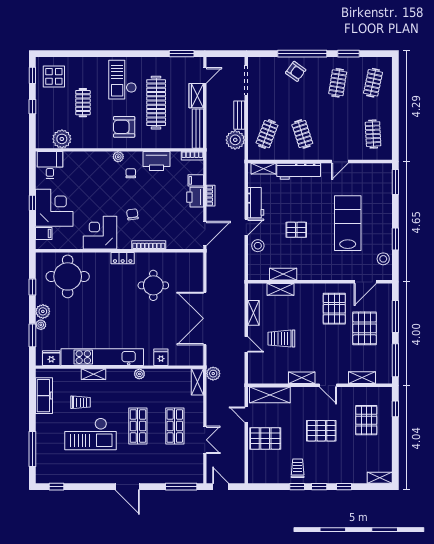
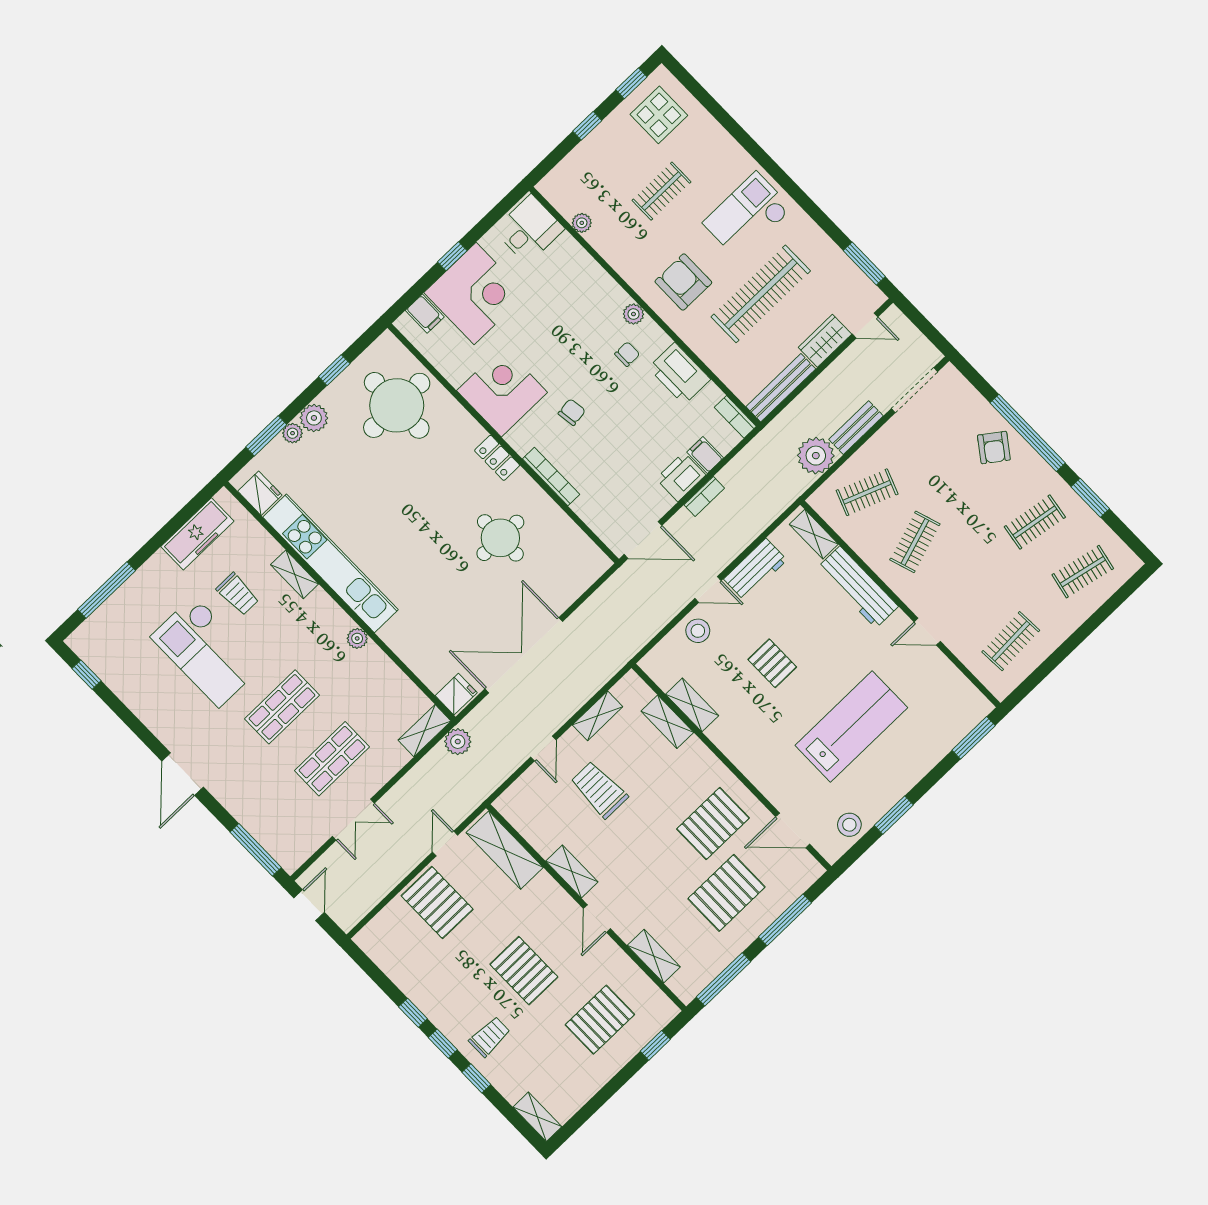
plant: (62, 139) -> (582, 223), width x0.53, depth x0.53
fridge: (161, 357) -> (456, 694), moved
trolley: (298, 468) -> (490, 1037), moved

